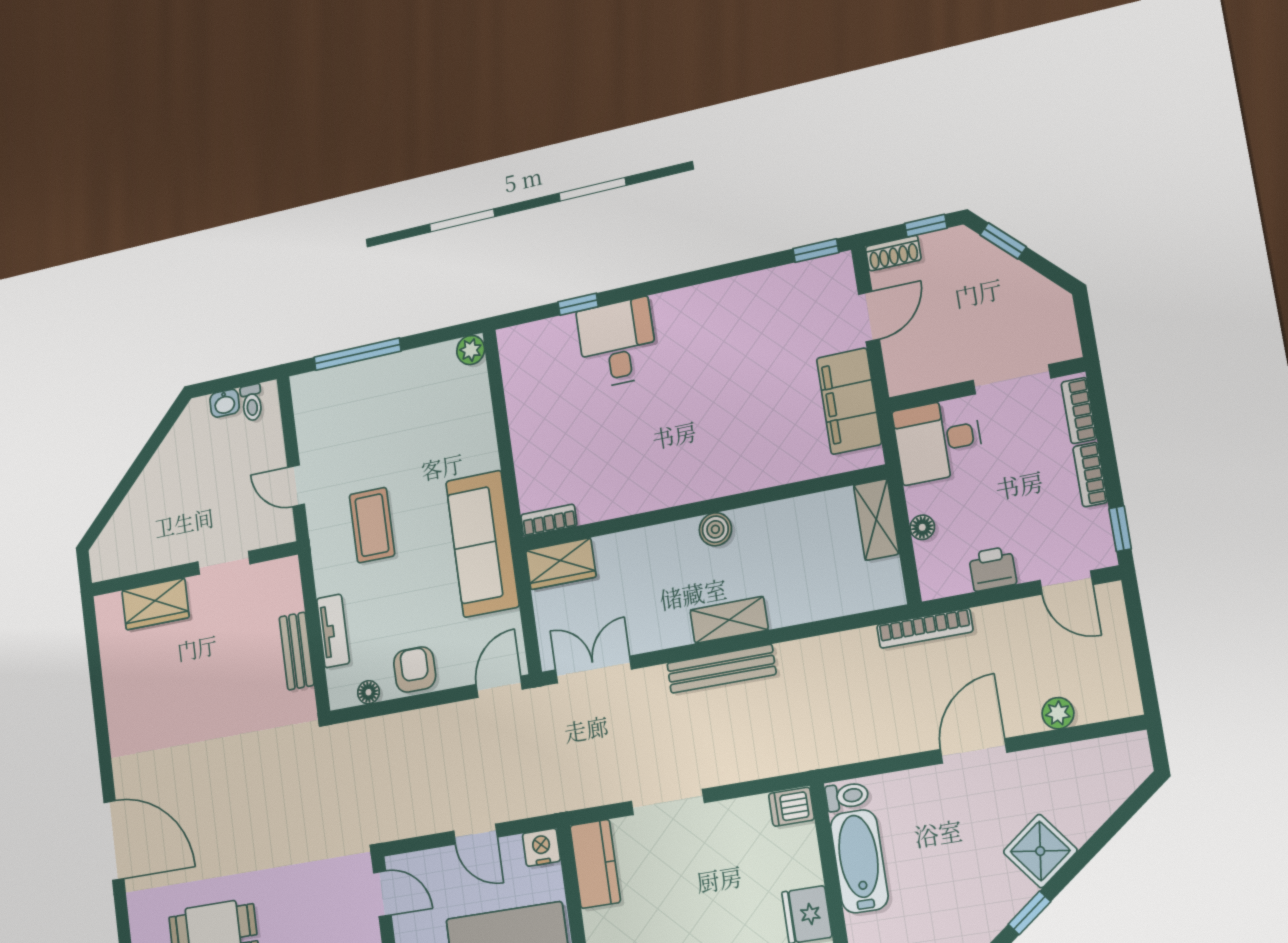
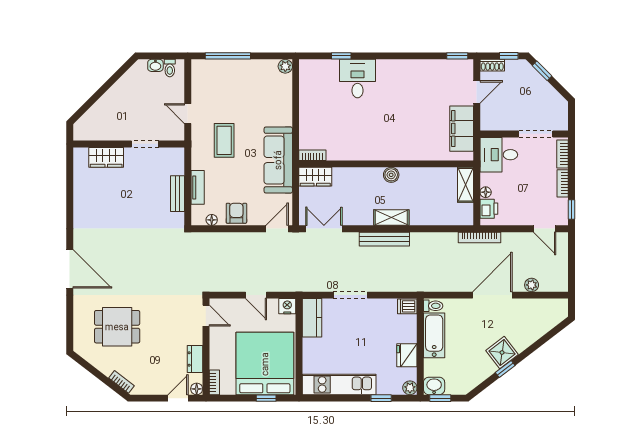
printer: (993, 569) -> (489, 209), moved, turned 90
door: (973, 751) -> (492, 295), width x1.36
shower: (1040, 851) -> (502, 353), moved

